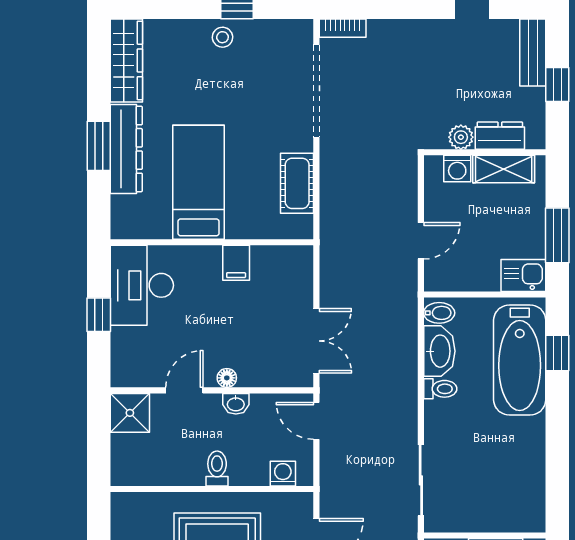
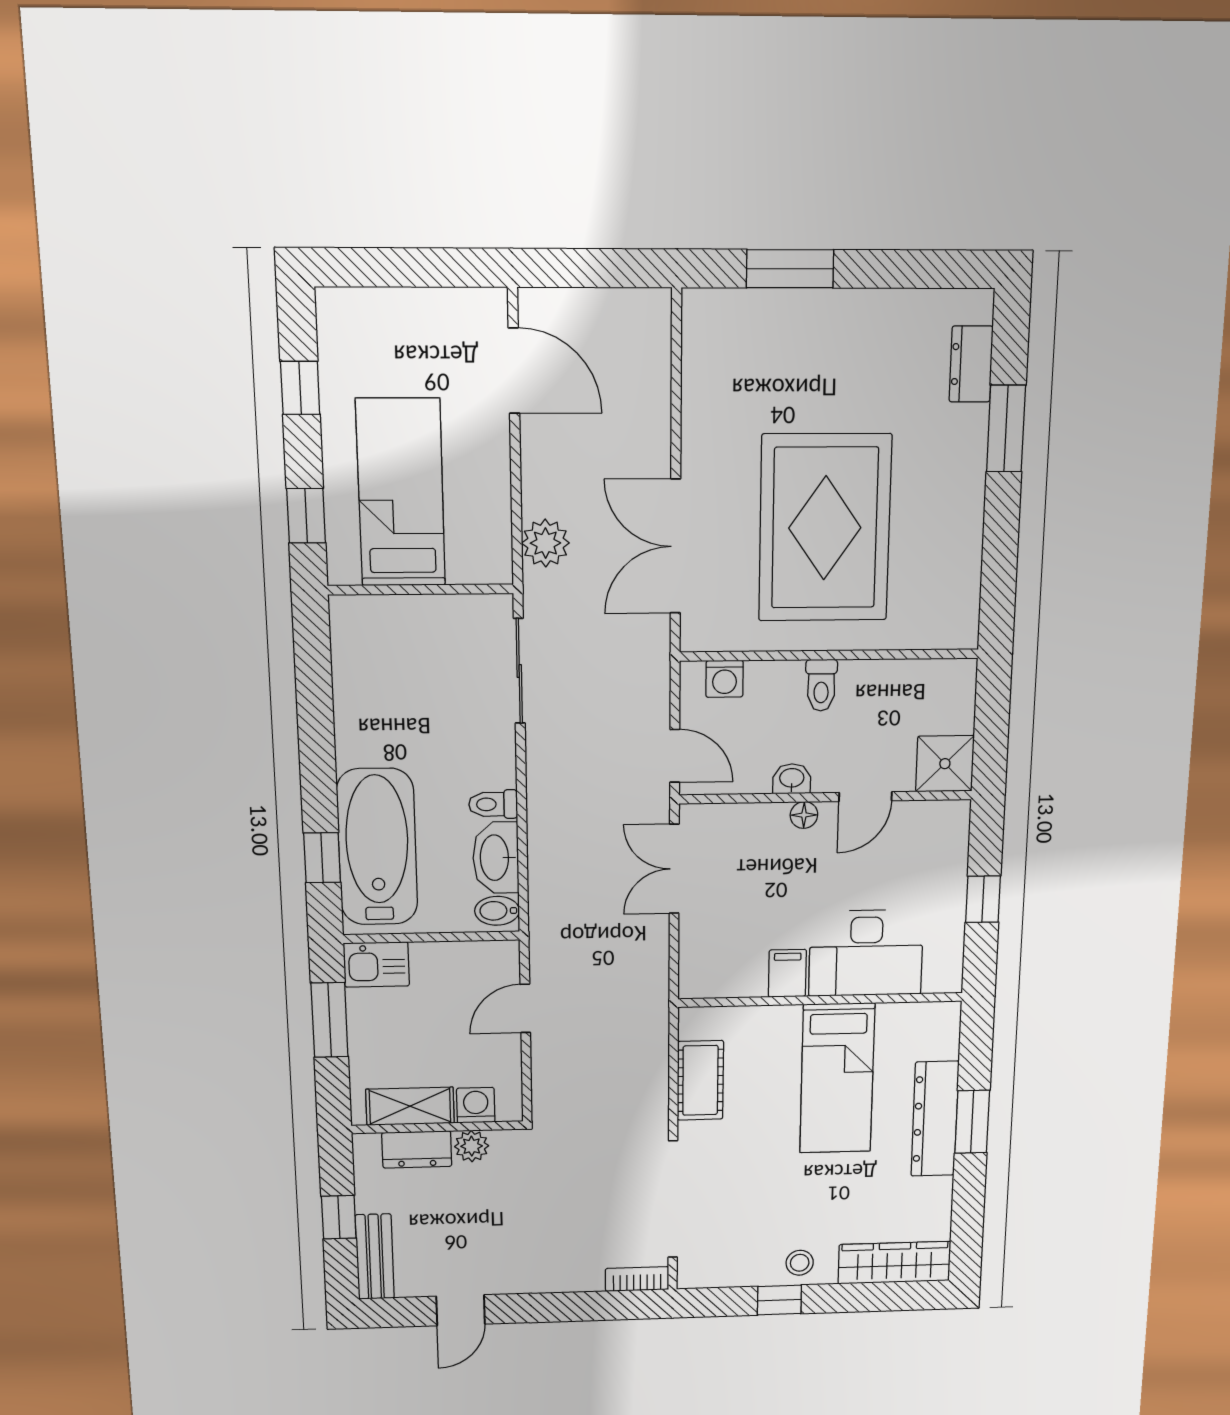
wardrobe: (126, 60) -> (894, 1263), moved, turned 90
desk: (142, 285) -> (866, 953), moved, turned 90

